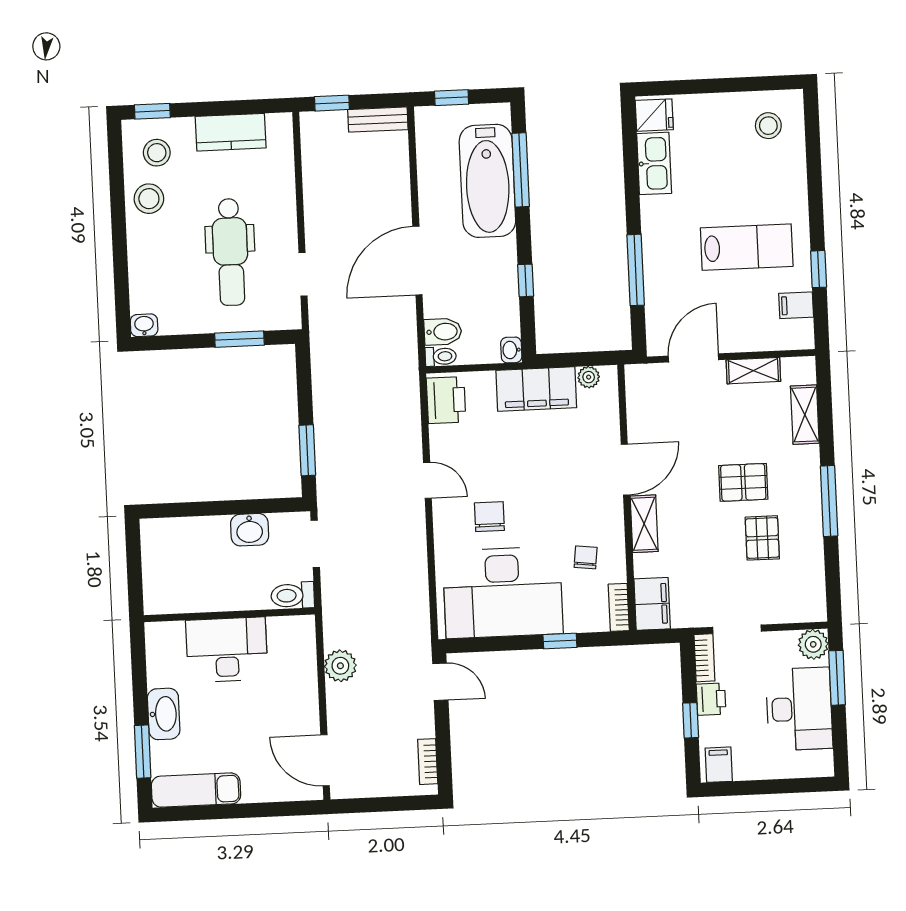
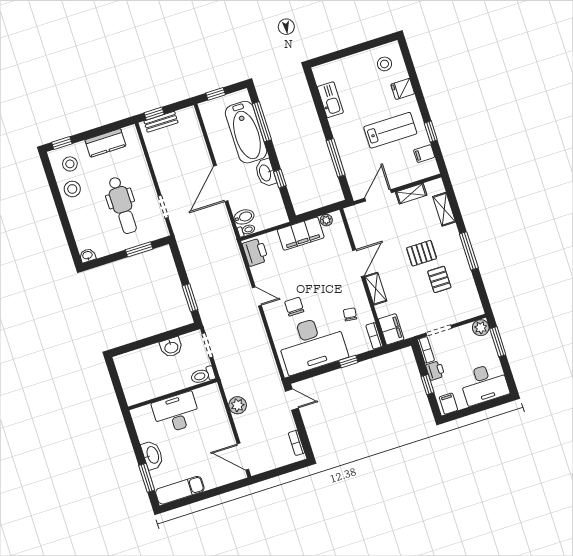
fridge: (654, 115) -> (403, 89), moved, turned 180
bench: (378, 120) -> (161, 122), moved
washbasin: (511, 350) -> (266, 173), moved, width x1.91, depth x1.45
desk: (799, 709) -> (484, 384), moved, turned 90

